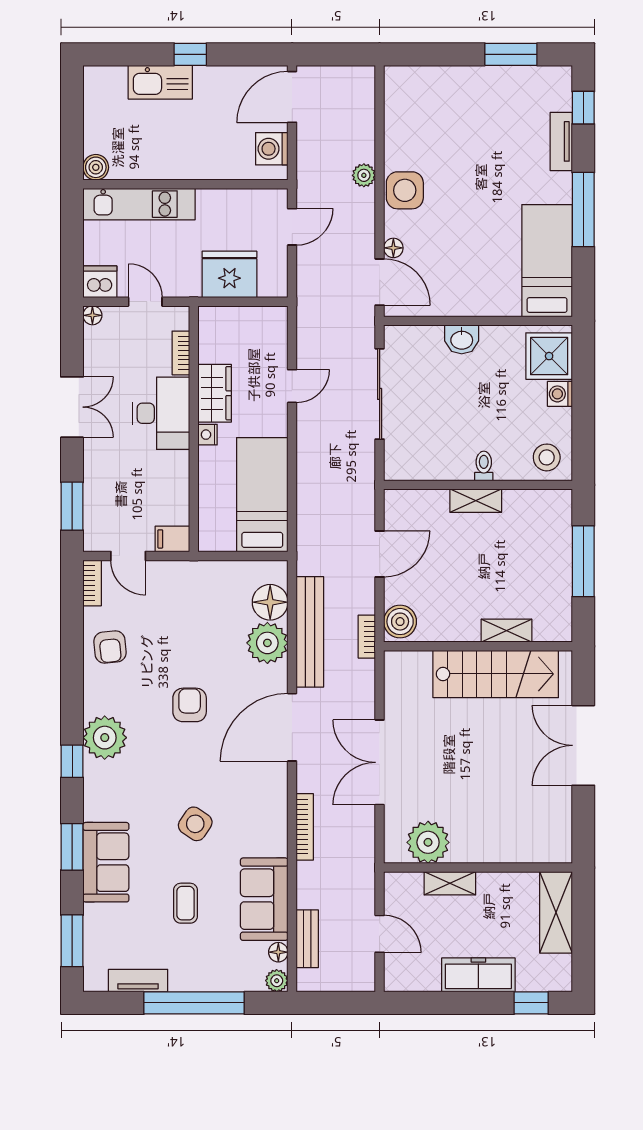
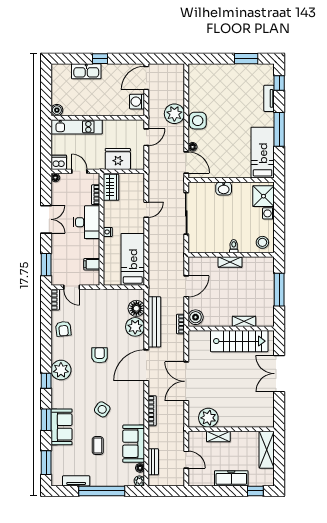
plant: (364, 175) -> (174, 114), width x1.88, depth x1.88
wardrobe: (215, 393) -> (111, 187), moved
filing cabinet: (172, 539) -> (92, 264), moved

